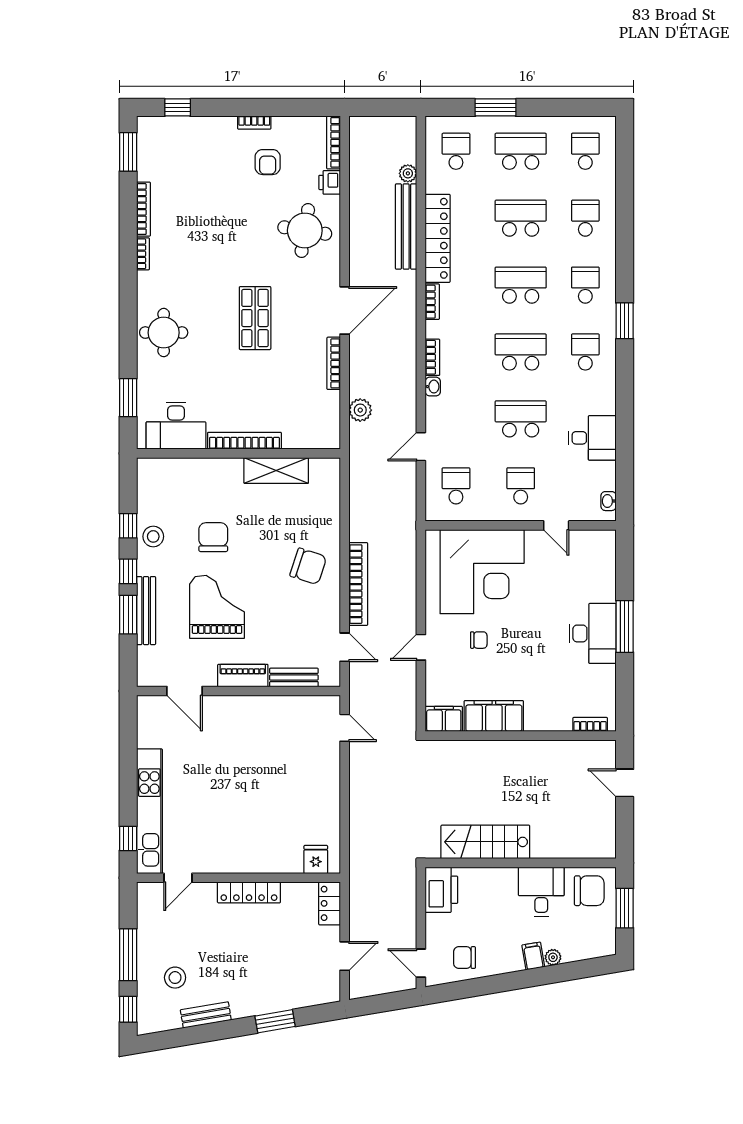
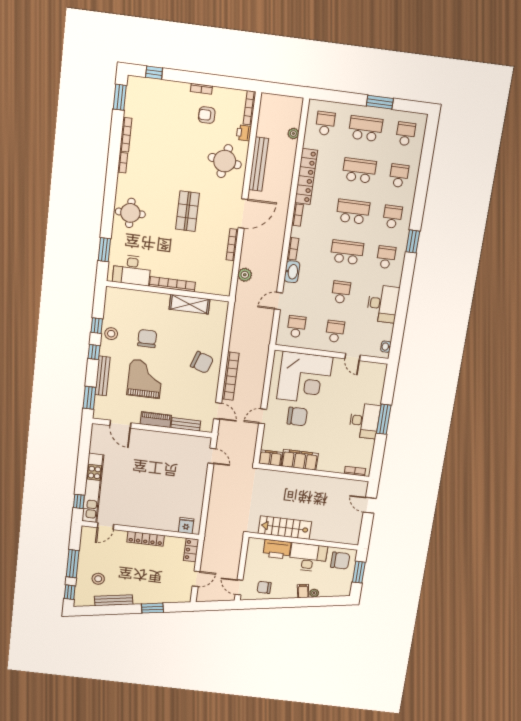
window: (496, 107) -> (380, 102), moved
armchair: (268, 162) -> (207, 115), turned 90
bench: (406, 227) -> (259, 164), moved
washbasin: (433, 387) -> (292, 272), width x1.91, depth x1.45
school desk: (521, 419) -> (341, 292), width x0.54
desk: (592, 438) -> (383, 304), width x1.37
window: (128, 615) -> (89, 398), moved
chair: (479, 640) -> (297, 416), width x1.87, depth x1.87
printer: (441, 890) -> (277, 549), moved, turned 90
desk: (541, 892) -> (308, 557), width x1.37
bench: (206, 1015) -> (114, 600), width x1.36

